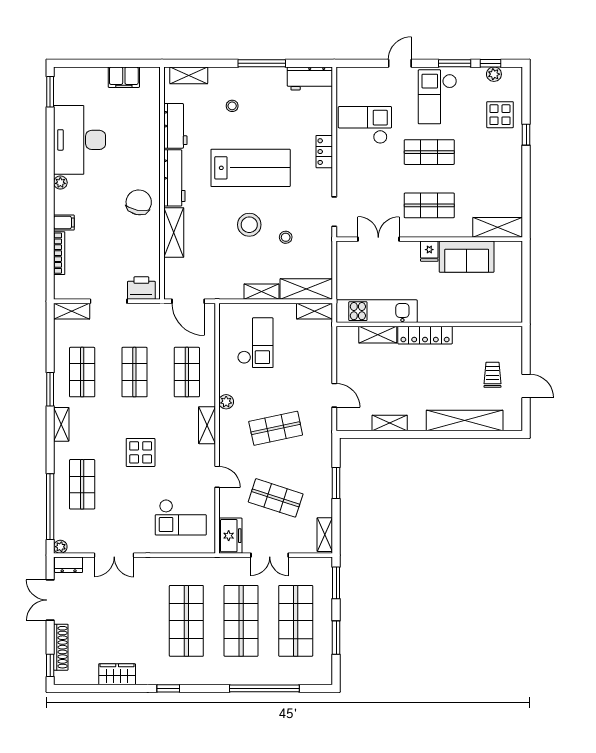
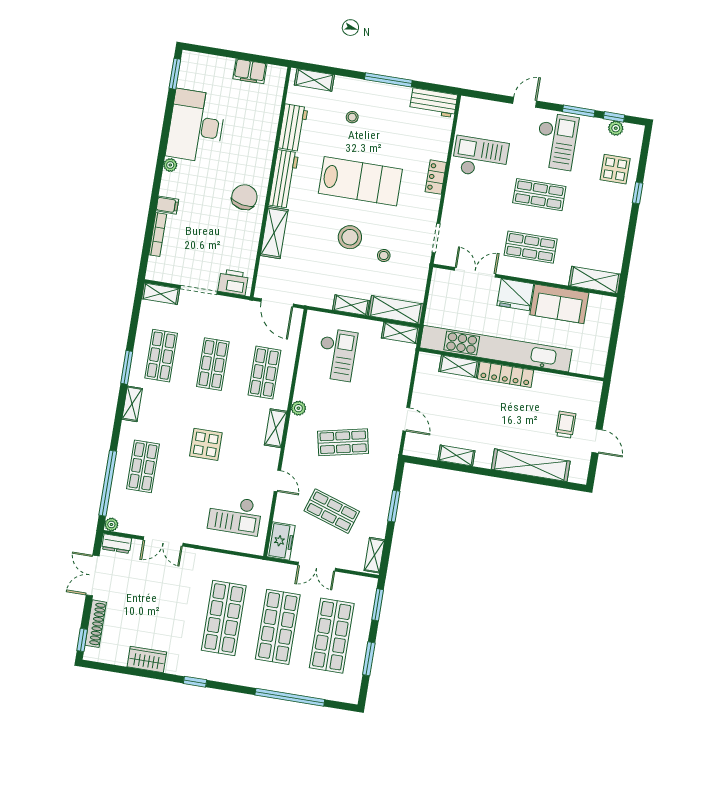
checkout: (437, 97) -> (556, 141), turned 180
fridge: (429, 251) -> (515, 295), width x1.88, depth x1.34
kitchen unit: (377, 311) -> (496, 349), width x1.86

